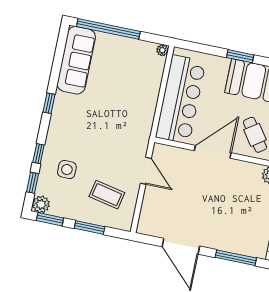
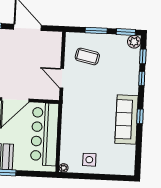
window: (108, 29) -> (105, 177), removed
sofa: (76, 60) -> (127, 119), moved
side table: (67, 170) -> (89, 160), moved

